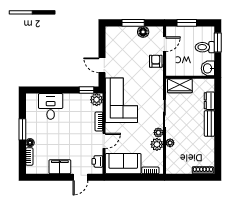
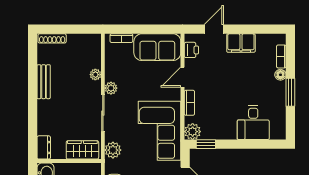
dresser: (209, 101) -> (44, 147), moved
bench: (209, 123) -> (44, 82), moved
plant: (157, 144) -> (113, 150), moved

